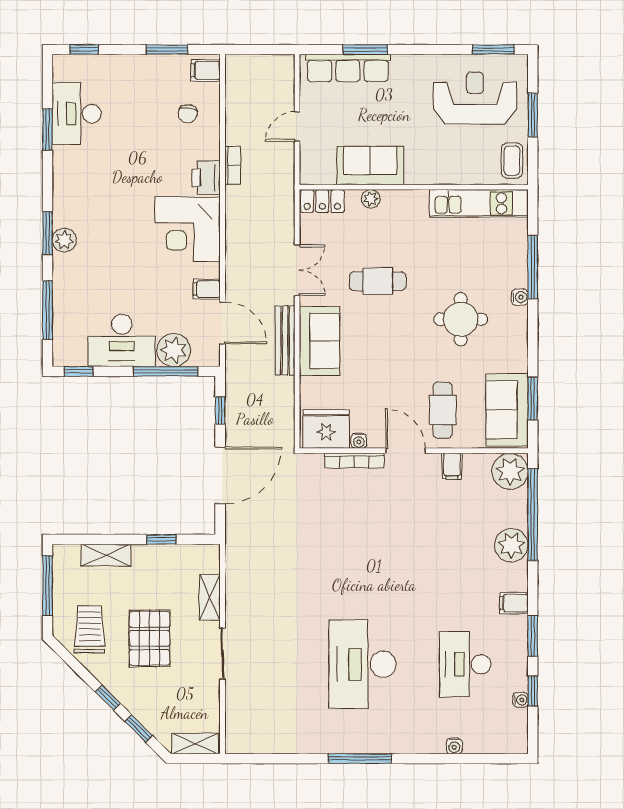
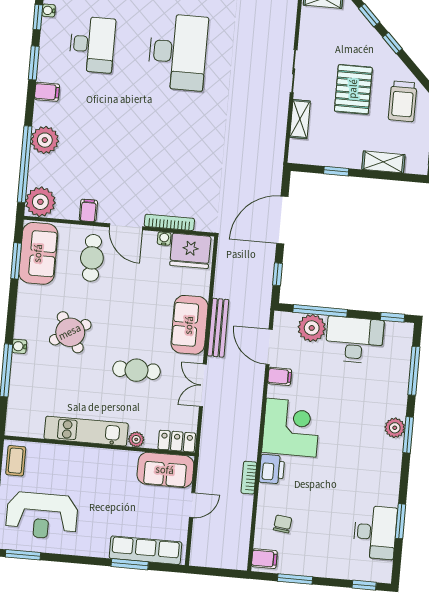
sofa: (370, 166) -> (165, 470), moved
kitchen unit: (479, 203) -> (86, 431), moved
round table: (461, 319) -> (70, 332), turned -31

